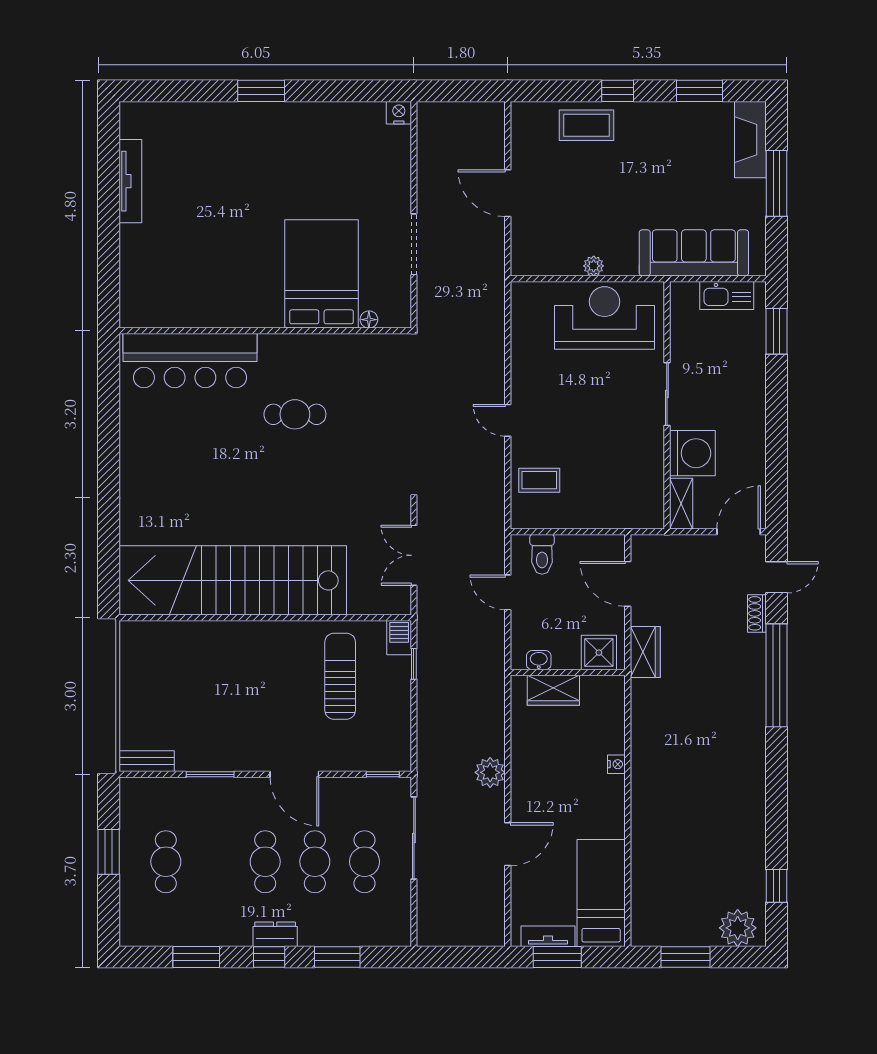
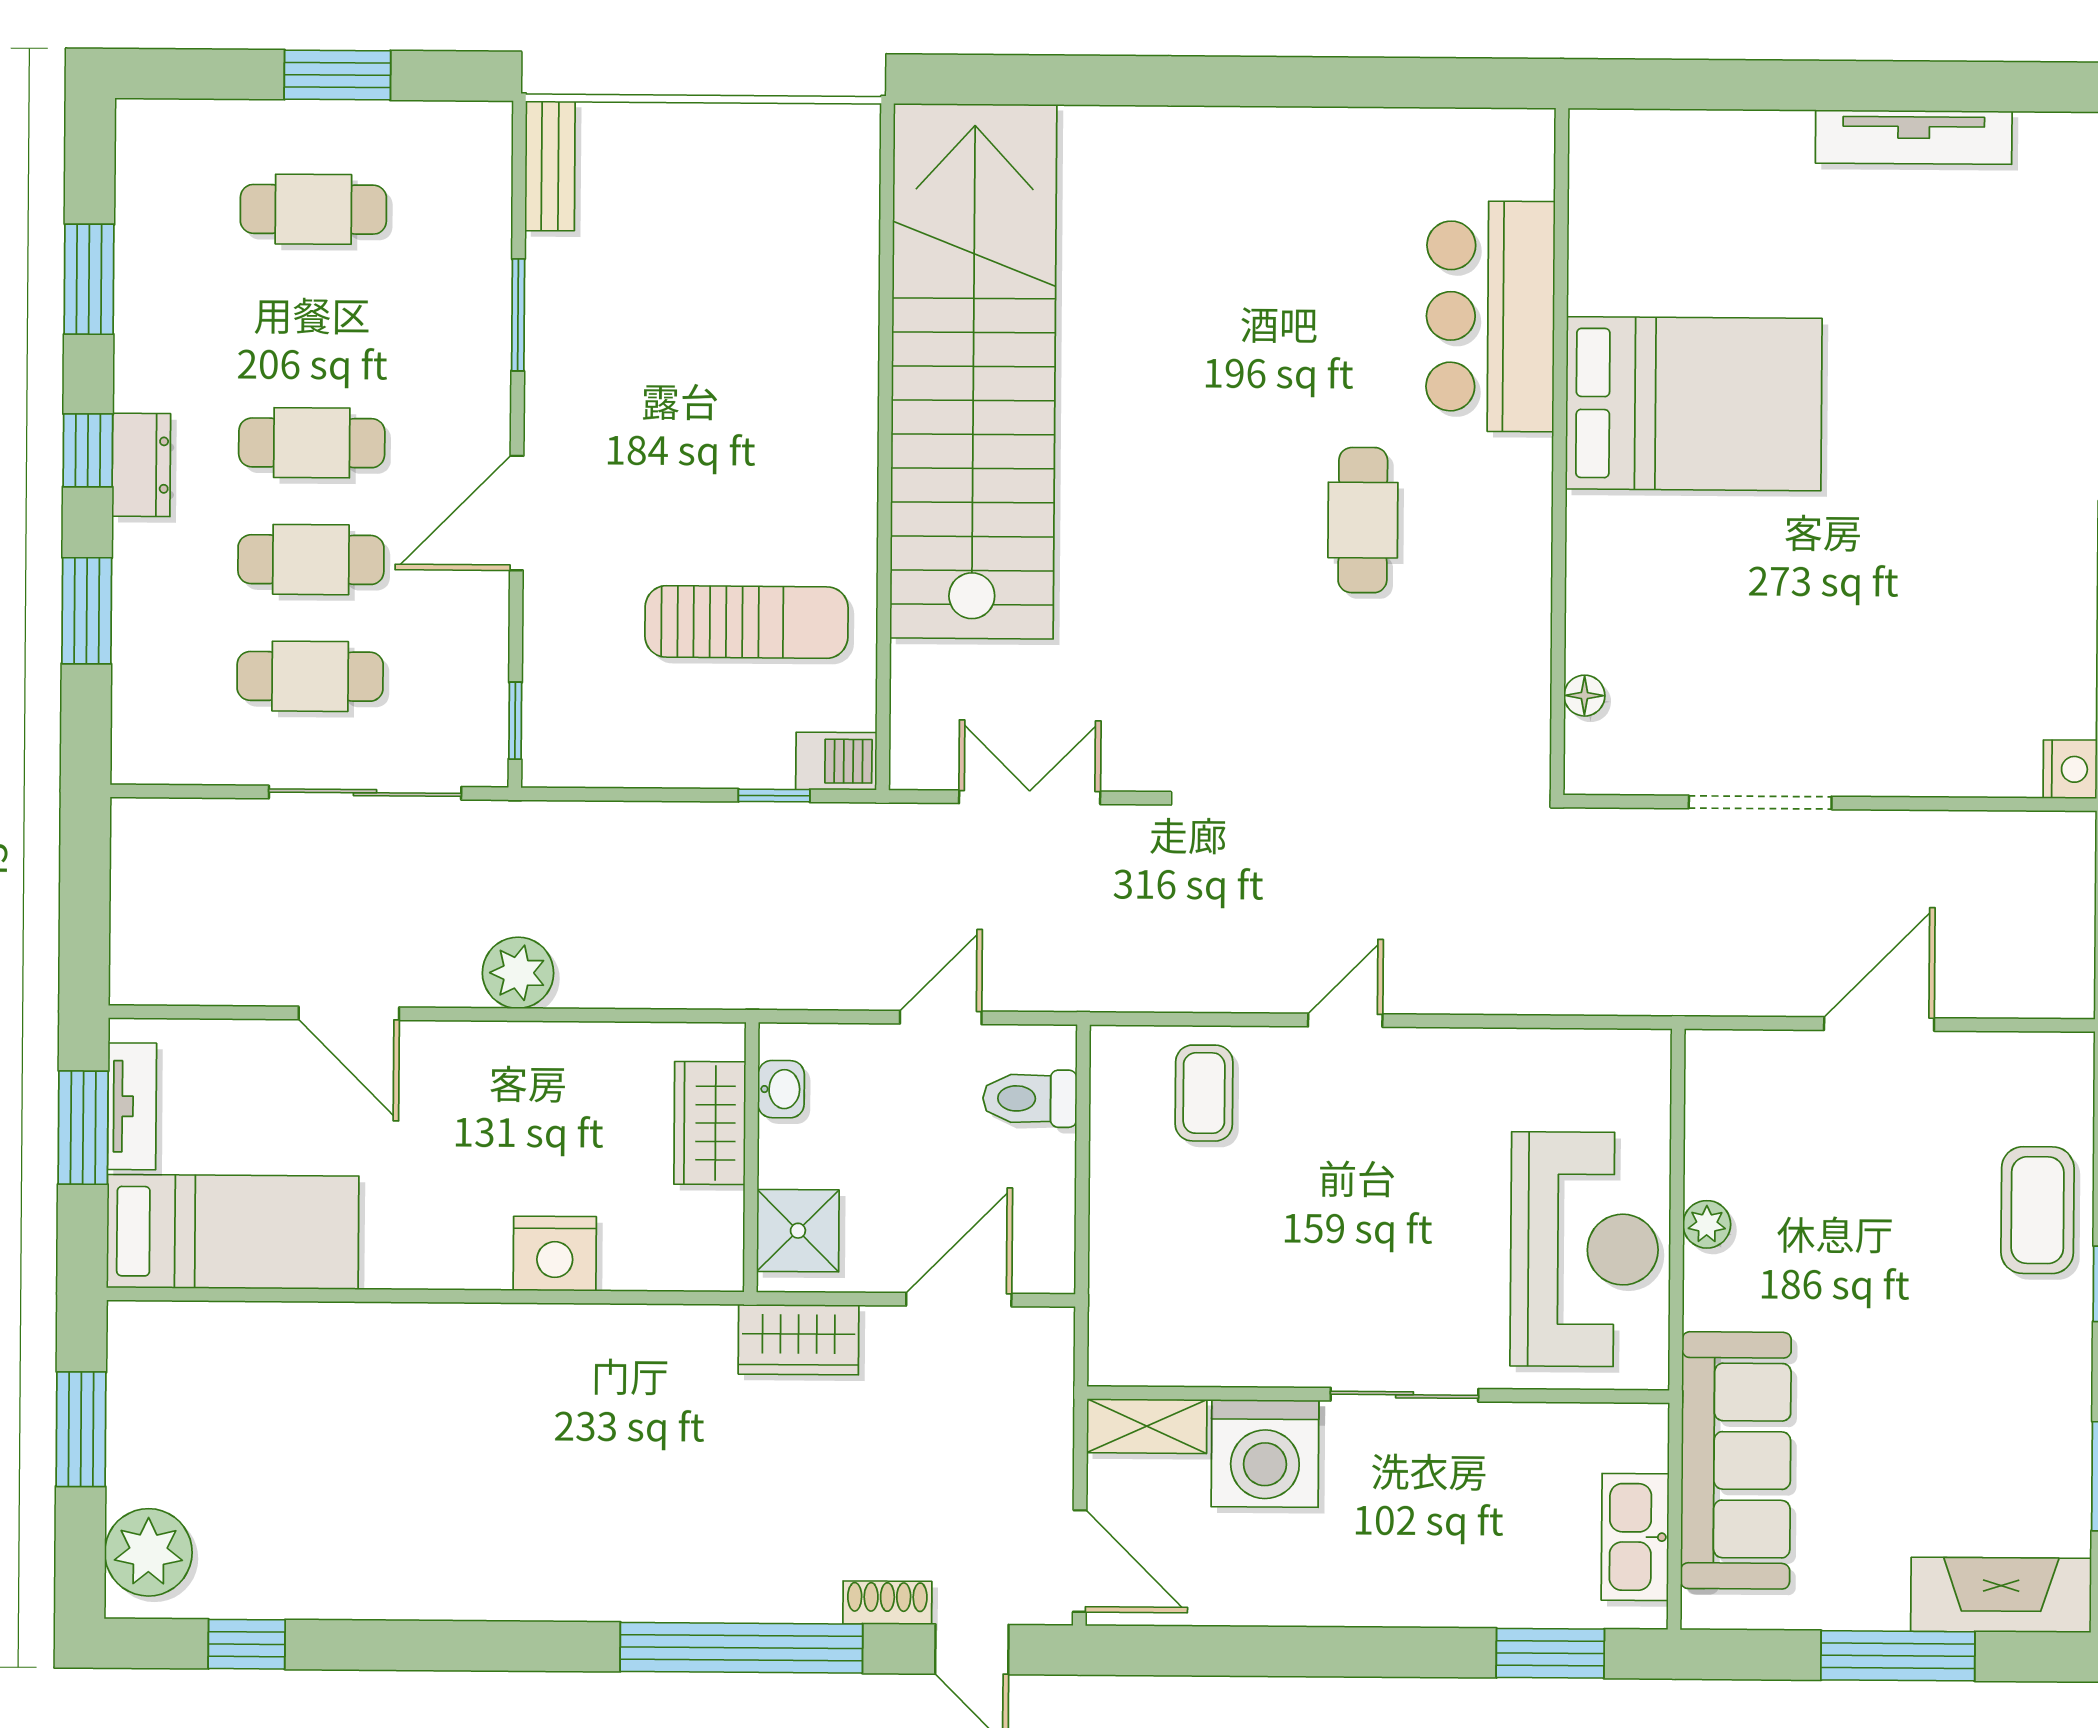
bed: (321, 274) -> (1694, 404), moved
bar counter: (190, 361) -> (1490, 316), width x0.73
nightstand: (616, 764) -> (555, 1254), width x1.89, depth x1.79

